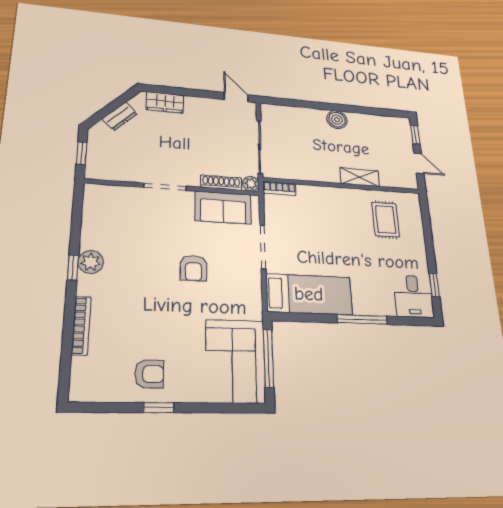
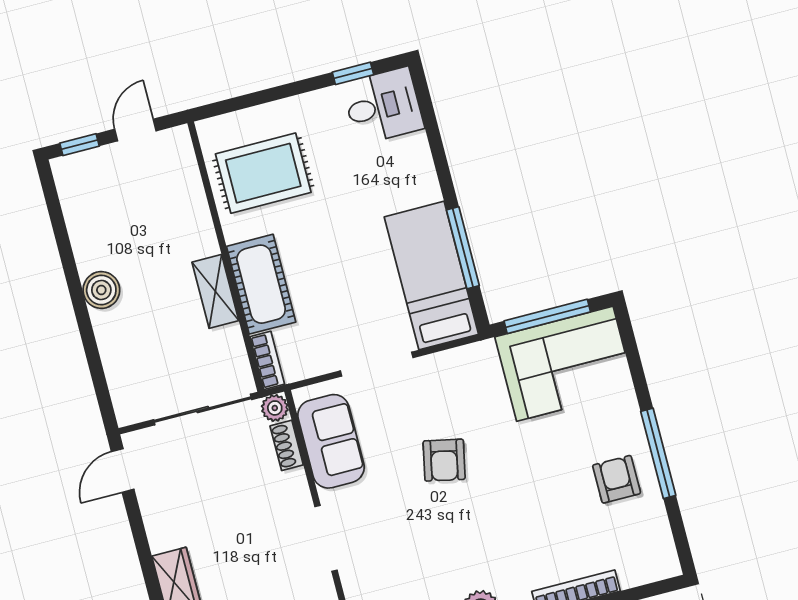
shelving: (360, 177) -> (215, 291), moved
shoe rack: (221, 183) -> (287, 445), width x0.70
cot: (324, 199) -> (261, 284), added
rug: (386, 220) -> (263, 173), width x1.36, depth x1.43
armchair: (194, 268) -> (444, 460), turned 102
window: (362, 319) -> (463, 248), moved
window: (159, 408) -> (658, 453), width x2.17

